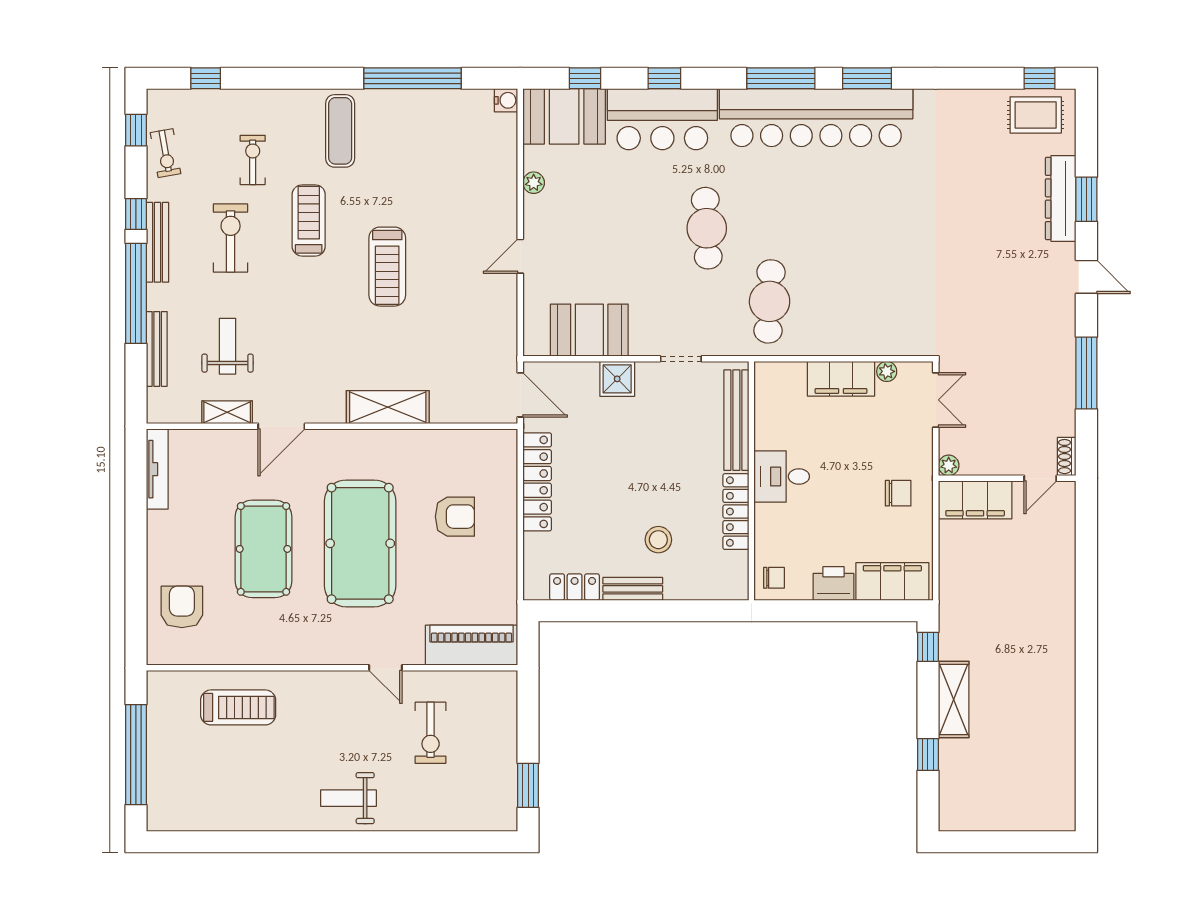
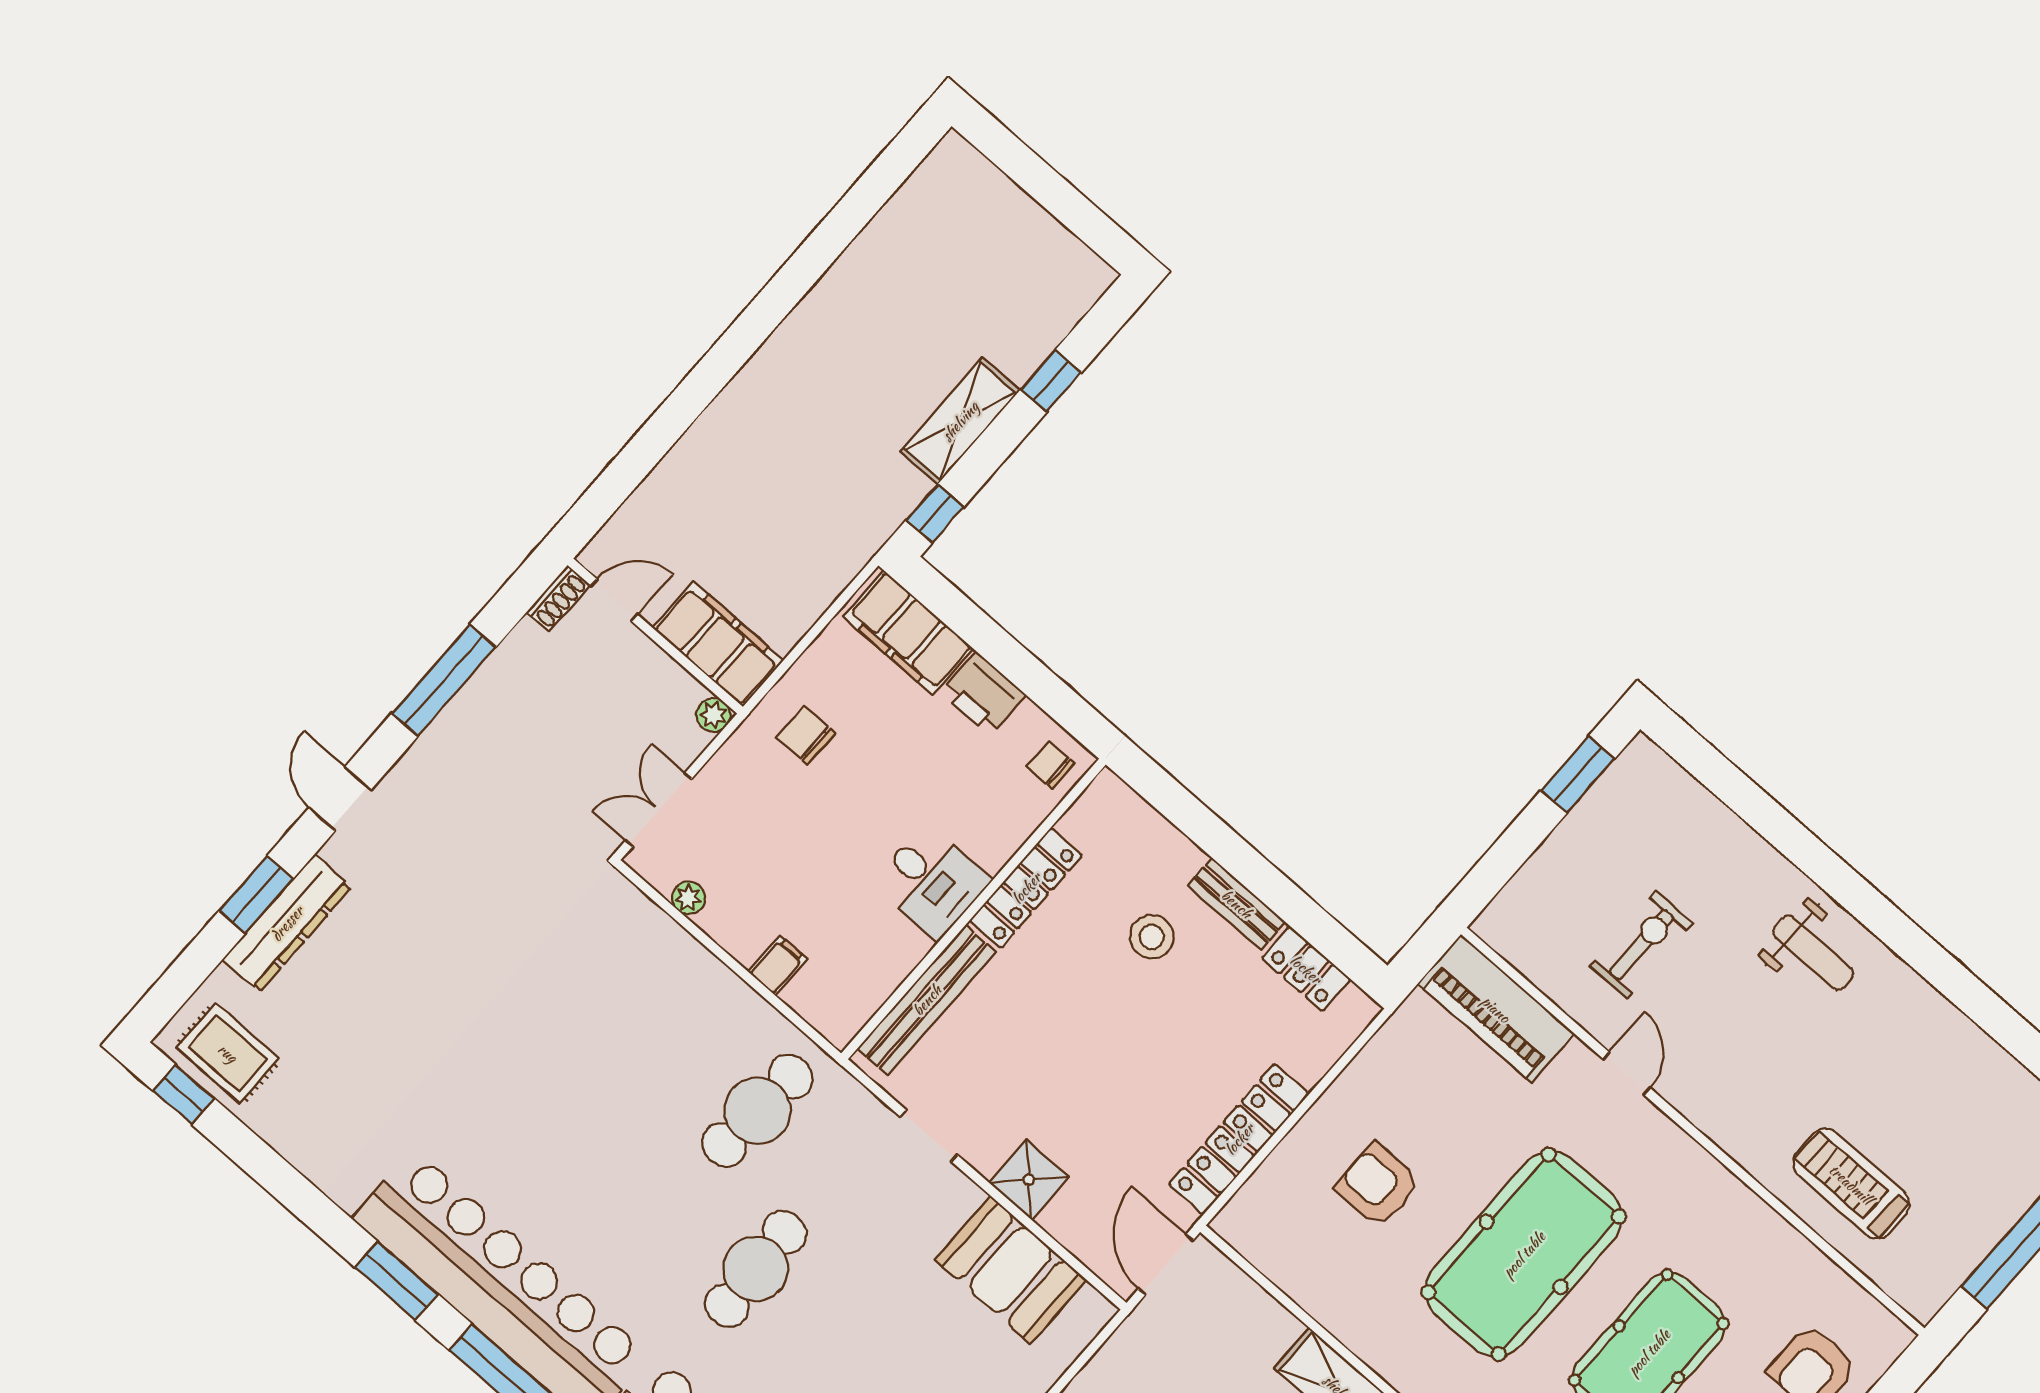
filing cabinet: (841, 379) -> (778, 965), width x0.33, depth x0.86

